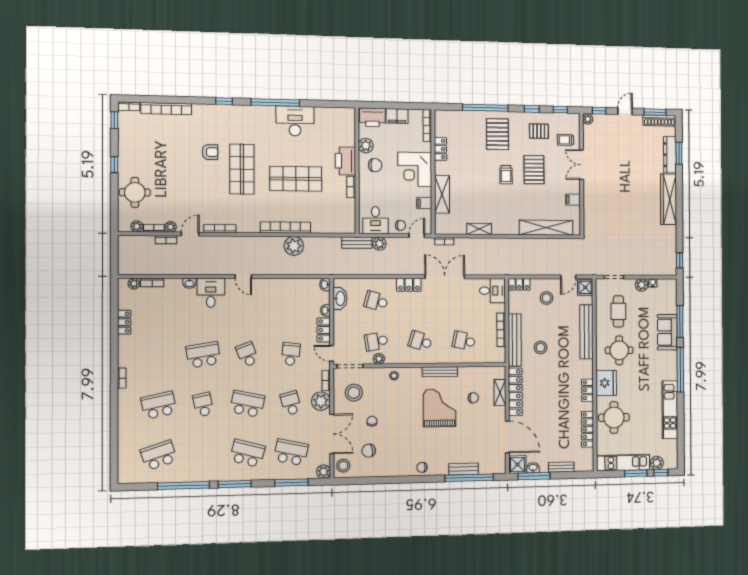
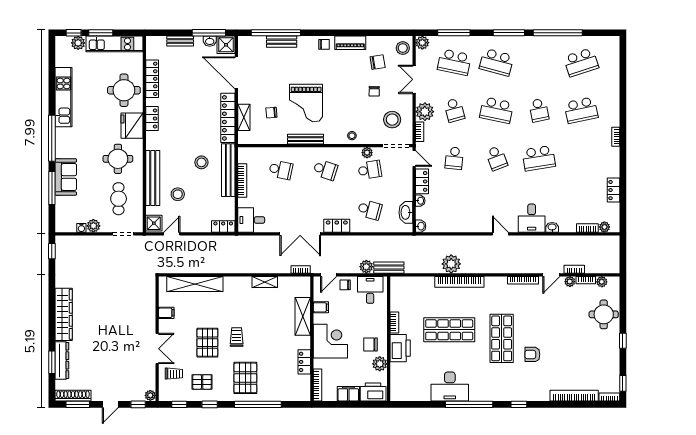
stool: (547, 298) -> (178, 194), moved
double door: (332, 434) -> (414, 79), width x0.73
piano: (396, 470) -> (350, 43), added

